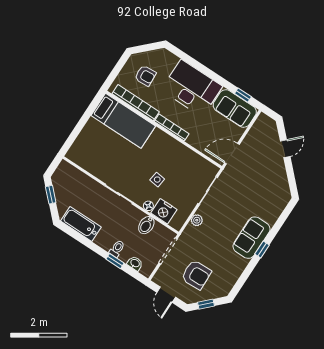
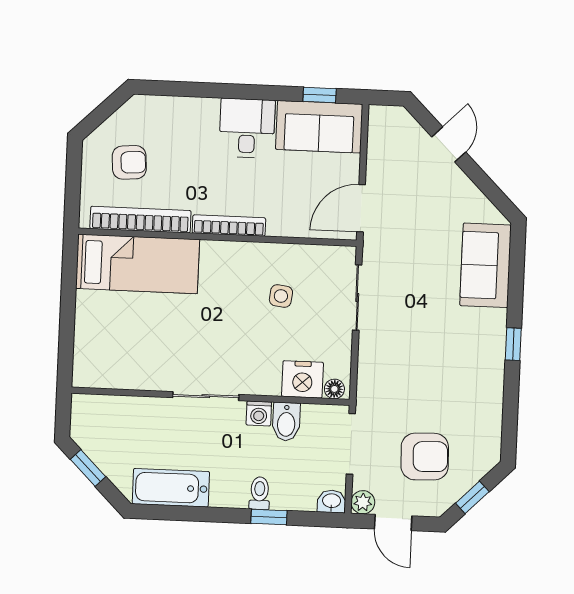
desk: (192, 88) -> (247, 128), width x0.53, depth x0.77
side table: (157, 180) -> (281, 296), moved
floor lamp: (148, 206) -> (334, 389), moved
washing machine: (137, 215) -> (259, 413), added
plant: (197, 220) -> (363, 502), moved
sofa: (252, 238) -> (486, 265), moved
washbasin: (135, 263) -> (332, 501), moved

